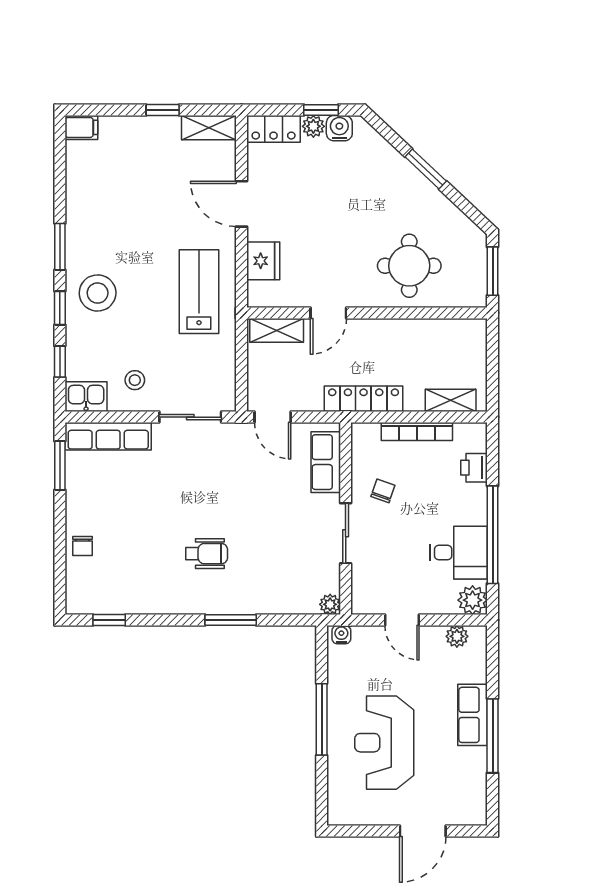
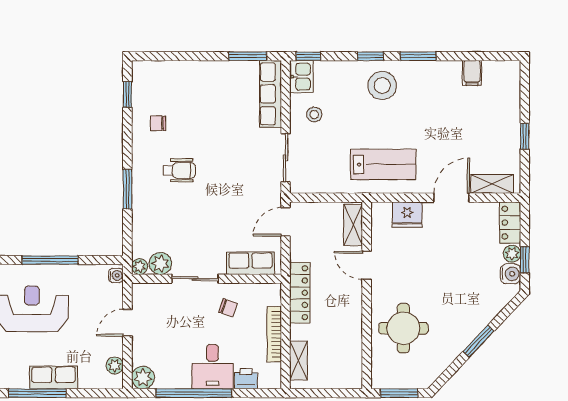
filing cabinet: (81, 127) -> (472, 73), moved
shelving: (209, 128) -> (492, 184), moved, turned 90
window: (60, 362) -> (308, 56), moved
chair: (82, 546) -> (158, 123), moved
desk: (459, 553) -> (213, 367), moved
wheelchair: (207, 554) -> (179, 170), turned -90
plant: (326, 578) -> (160, 264), added

